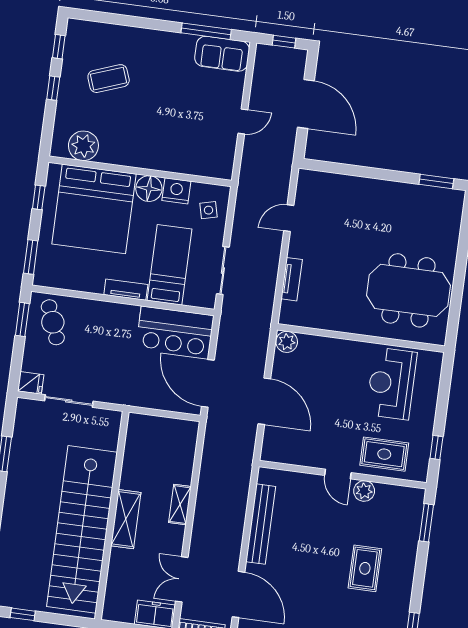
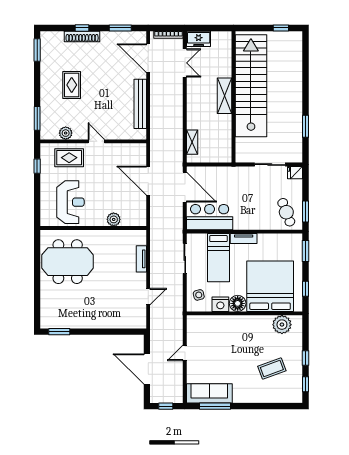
sofa: (222, 54) -> (209, 393), width x1.36
plant: (287, 342) -> (114, 219), moved
plant: (364, 491) -> (66, 133), moved
shelving: (180, 505) -> (192, 142), moved

